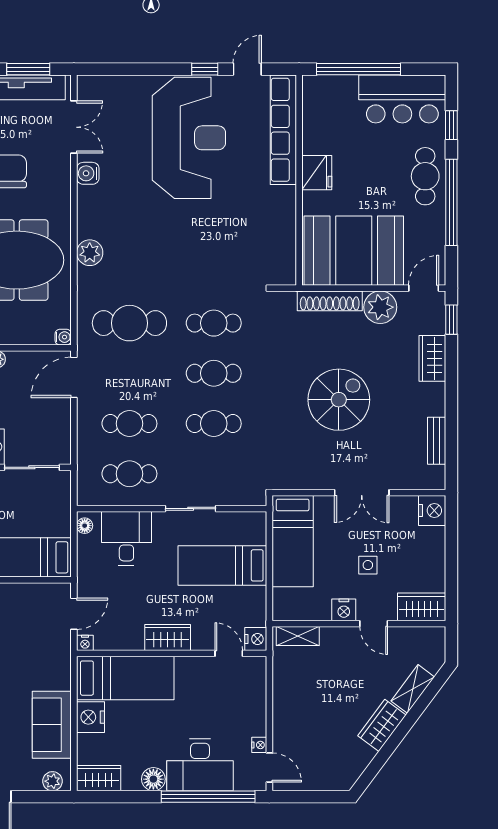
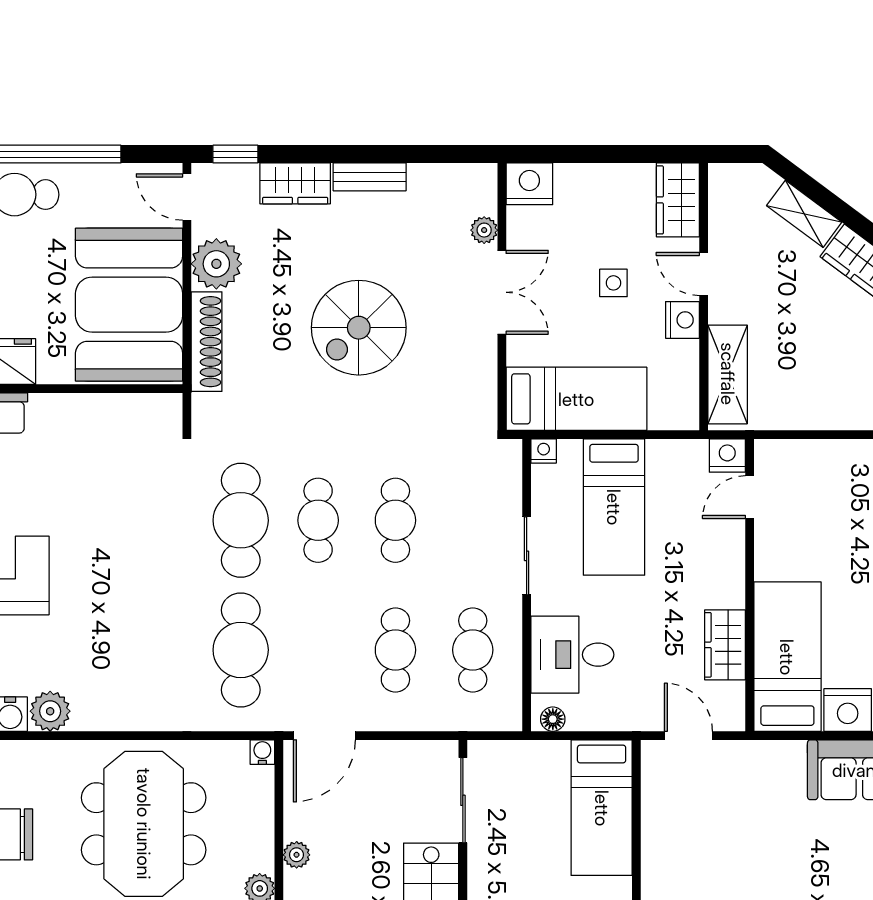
plant: (90, 253) -> (50, 711), moved
cafe table: (214, 323) -> (241, 520), width x1.37, depth x1.35
door: (74, 377) -> (324, 736), hinge flipped
spiral stairs: (339, 400) -> (359, 328), turned -90
bench: (437, 441) -> (370, 177), moved
plant: (402, 481) -> (484, 230), added
door: (374, 624) -> (704, 274), swing flipped
shelving: (298, 636) -> (728, 374), width x1.50, depth x1.33
wardrobe: (168, 637) -> (725, 645), moved
nightstand: (85, 643) -> (544, 451), moved, turned -90

